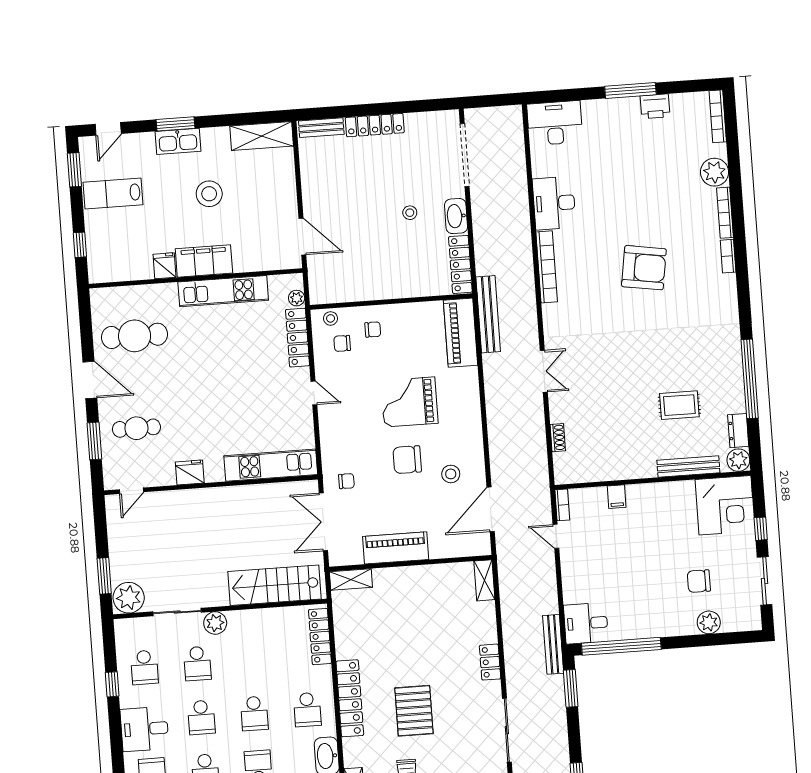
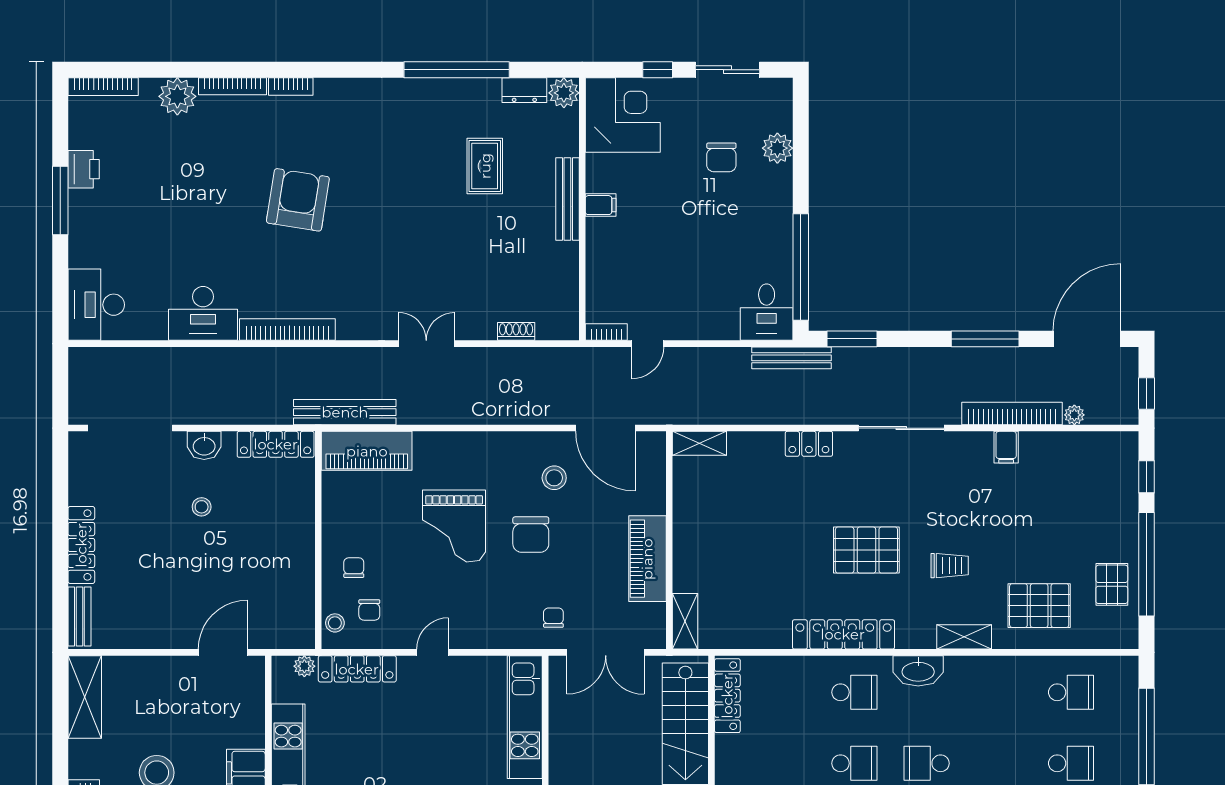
washbasin: (456, 216) -> (204, 445), width x0.72
bench: (688, 467) -> (567, 199), moved
filing cabinet: (617, 497) -> (601, 205), moved
locker: (320, 637) -> (727, 696), moved, turned -90

